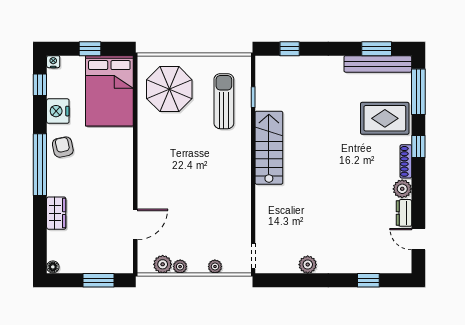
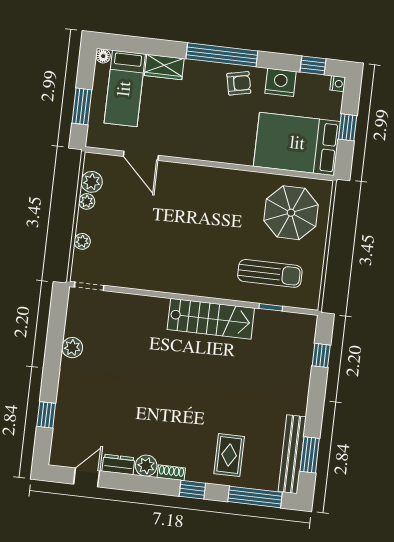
rug: (385, 118) -> (229, 455), width x0.73, depth x0.70
shoe rack: (406, 161) -> (171, 473), width x0.70
bed: (79, 245) -> (125, 89), added

